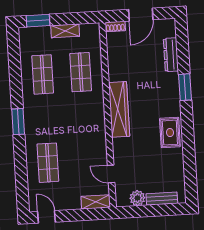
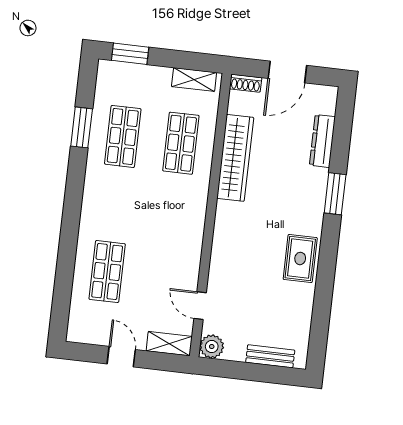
shelving: (65, 31) -> (194, 79), moved
wardrobe: (119, 109) -> (235, 158), moved
window: (18, 122) -> (82, 127), moved
plant: (137, 198) -> (212, 346), moved
door: (46, 217) -> (121, 357), moved

